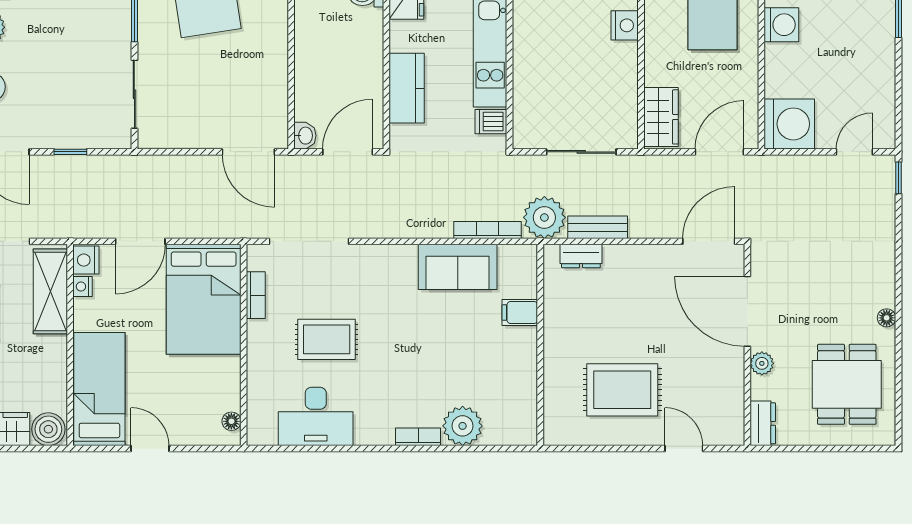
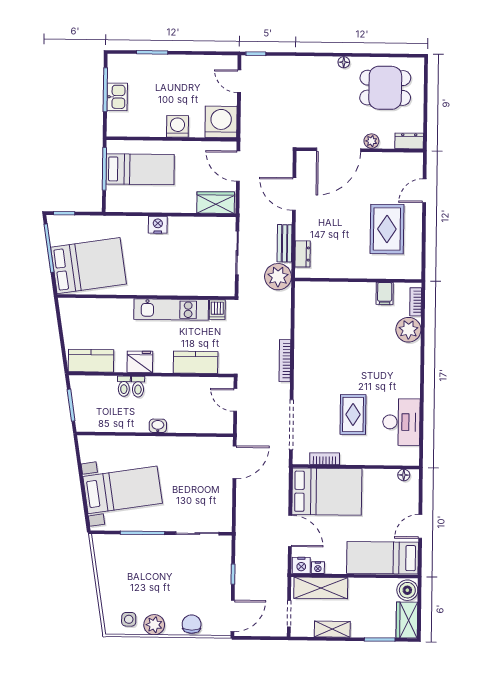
washing machine: (781, 25) -> (178, 126), moved
washbasin: (305, 136) -> (158, 426), moved
door: (348, 152) -> (235, 400), width x0.73
bookcase: (487, 230) -> (285, 361), moved
door: (709, 241) -> (294, 194), moved
sofa: (458, 267) -> (308, 332), removed
filing cabinet: (520, 313) -> (385, 293), moved
bookcase: (418, 437) -> (416, 302), moved

